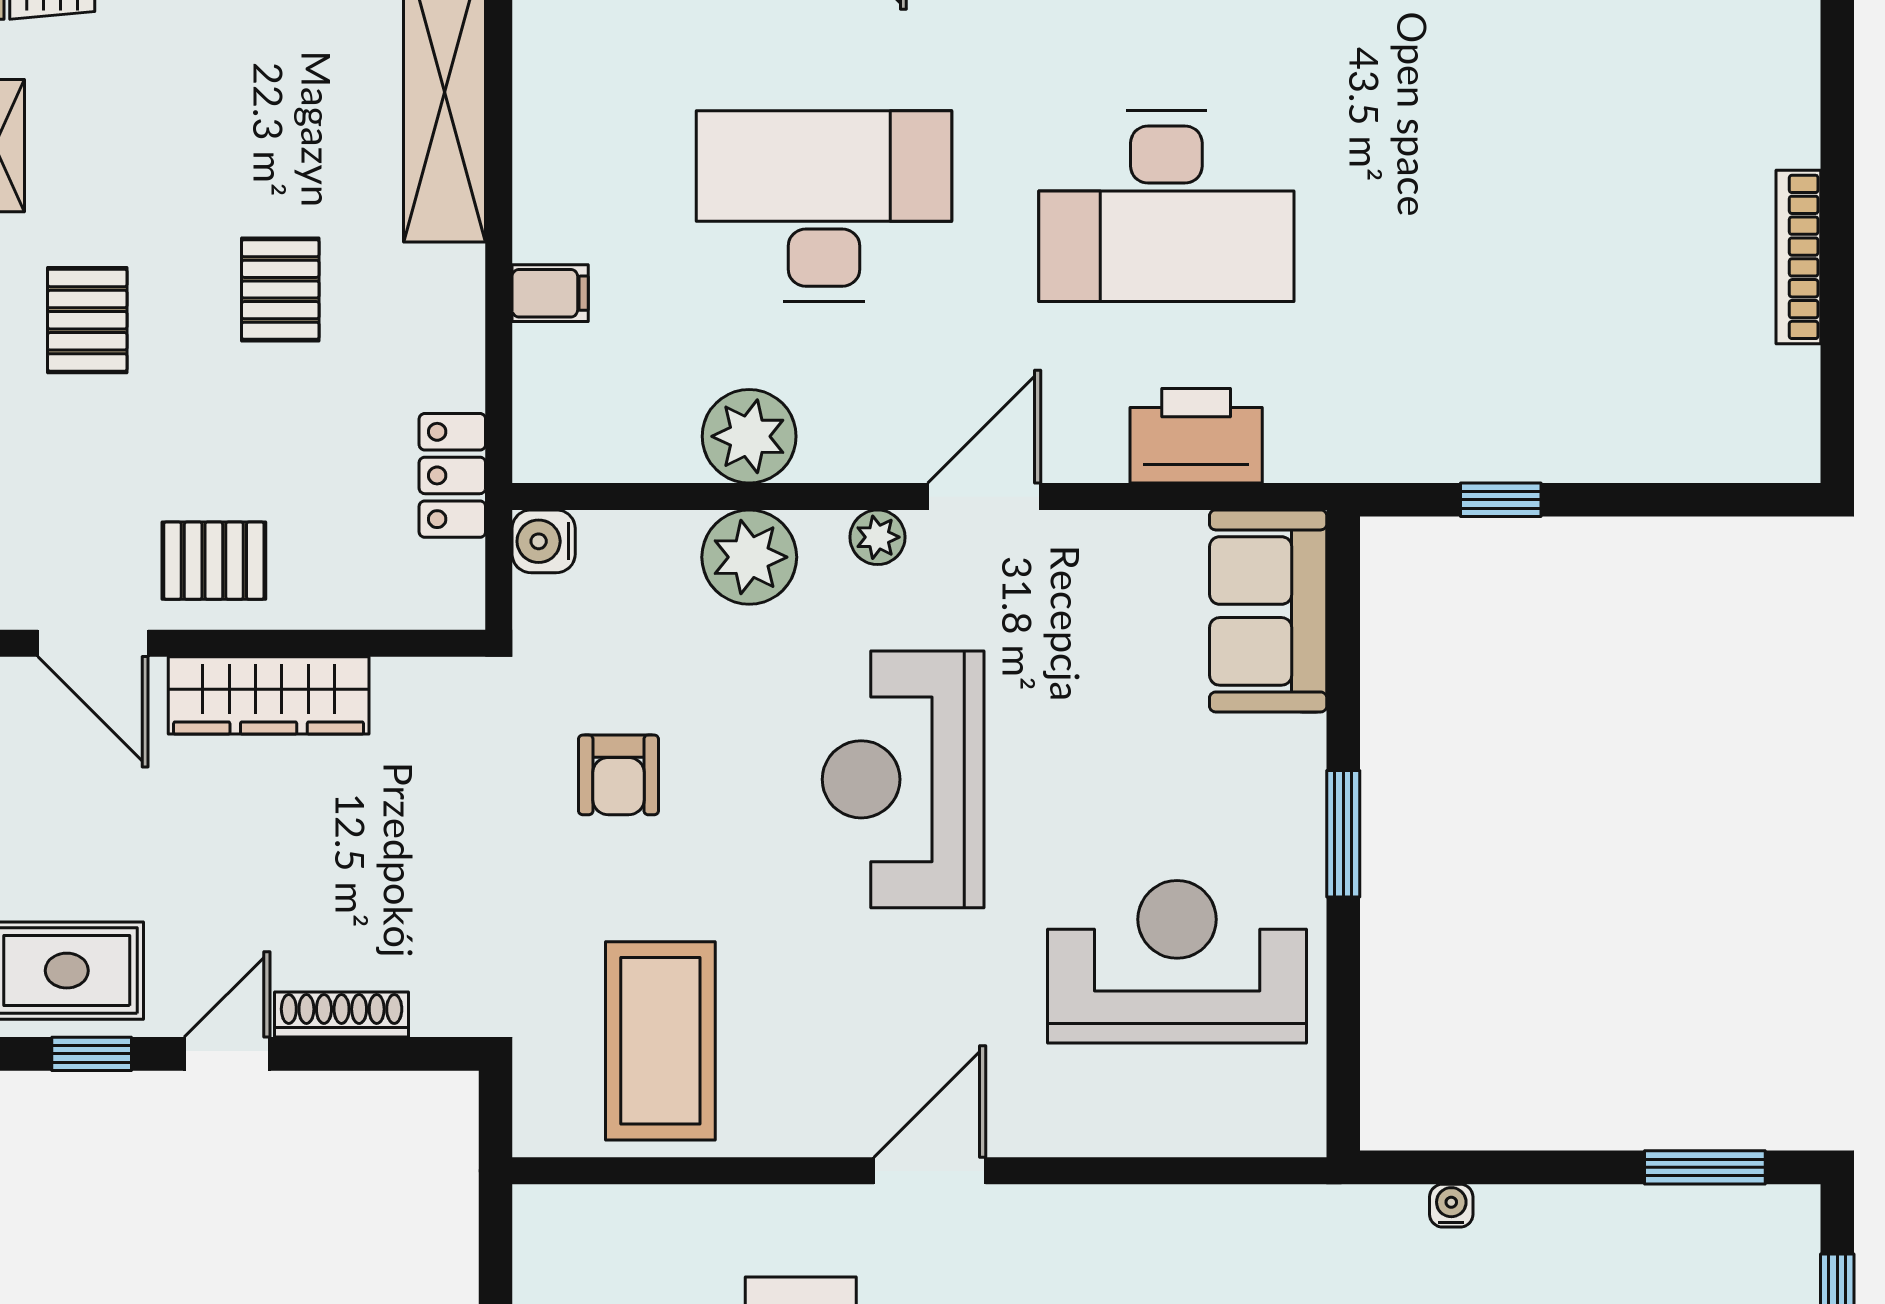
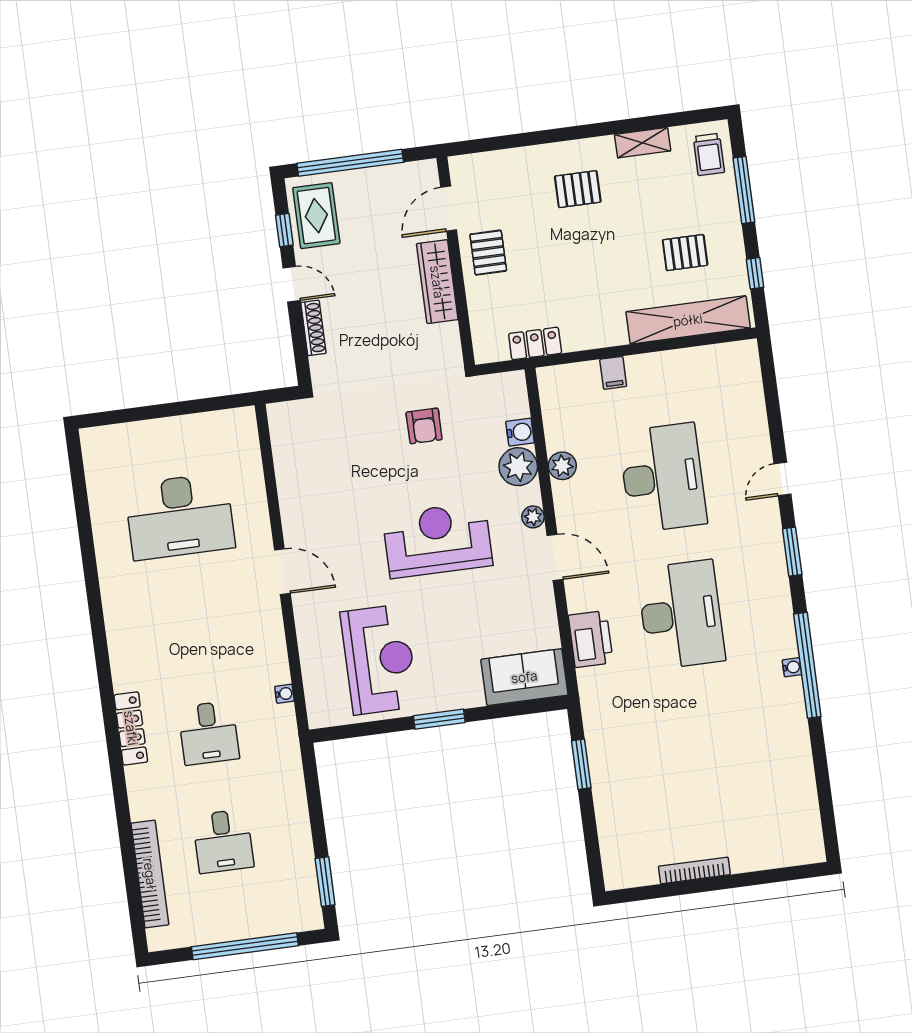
desk: (1166, 206) -> (681, 615), turned 180
pallet: (280, 290) -> (685, 253), moved
plant: (749, 436) -> (562, 466), width x0.73, depth x0.73
window: (1501, 500) -> (581, 764), width x1.50
water cooler: (544, 541) -> (520, 432), moved, turned 90
armchair: (618, 775) -> (424, 426), turned -90
coffee table: (660, 1041) -> (320, 457), removed
water cooler: (1451, 1206) -> (284, 694), moved

